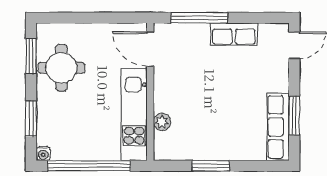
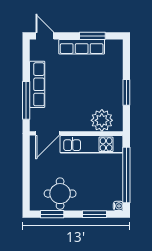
row of seats: (234, 34) -> (37, 84), width x1.48
plant: (162, 122) -> (102, 120), width x1.88, depth x1.88
row of seats: (278, 127) -> (82, 47), moved

